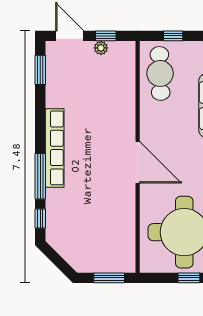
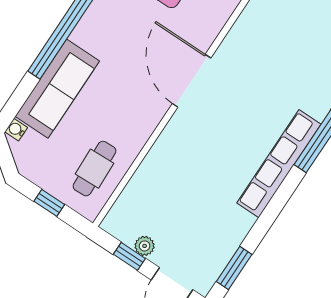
cafe table: (160, 73) -> (95, 169), width x0.73, depth x0.74

